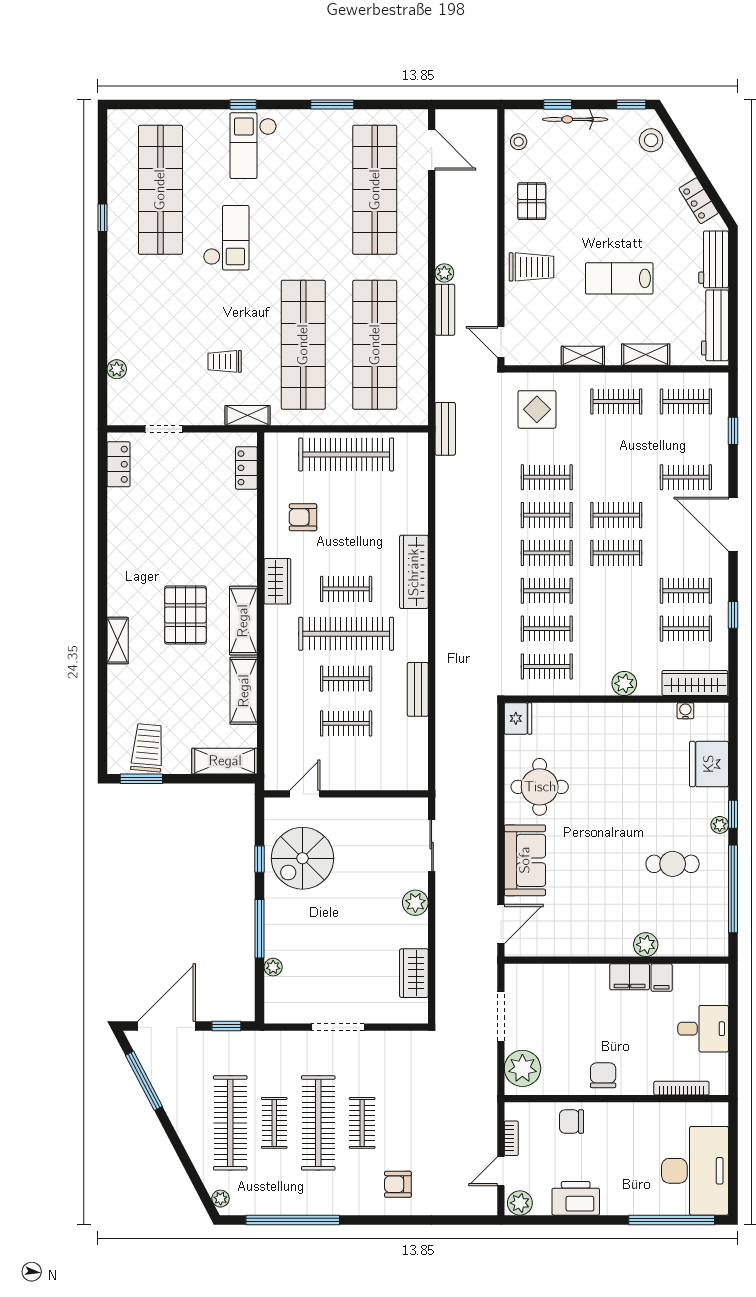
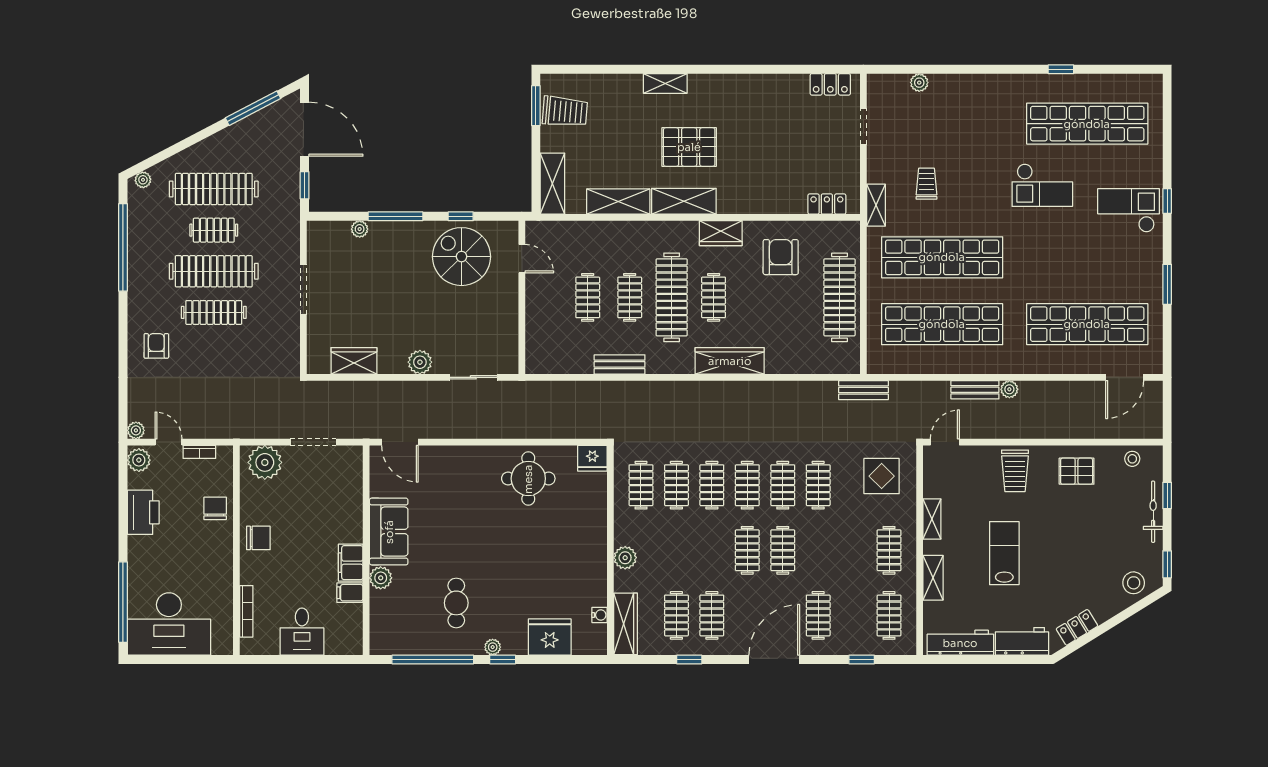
armchair: (303, 517) -> (781, 257), width x1.38, depth x1.38
sofa: (525, 860) -> (389, 532), moved, turned -90
clothes rail: (362, 1123) -> (214, 312), width x1.36
plant: (488, 1206) -> (136, 430), added

